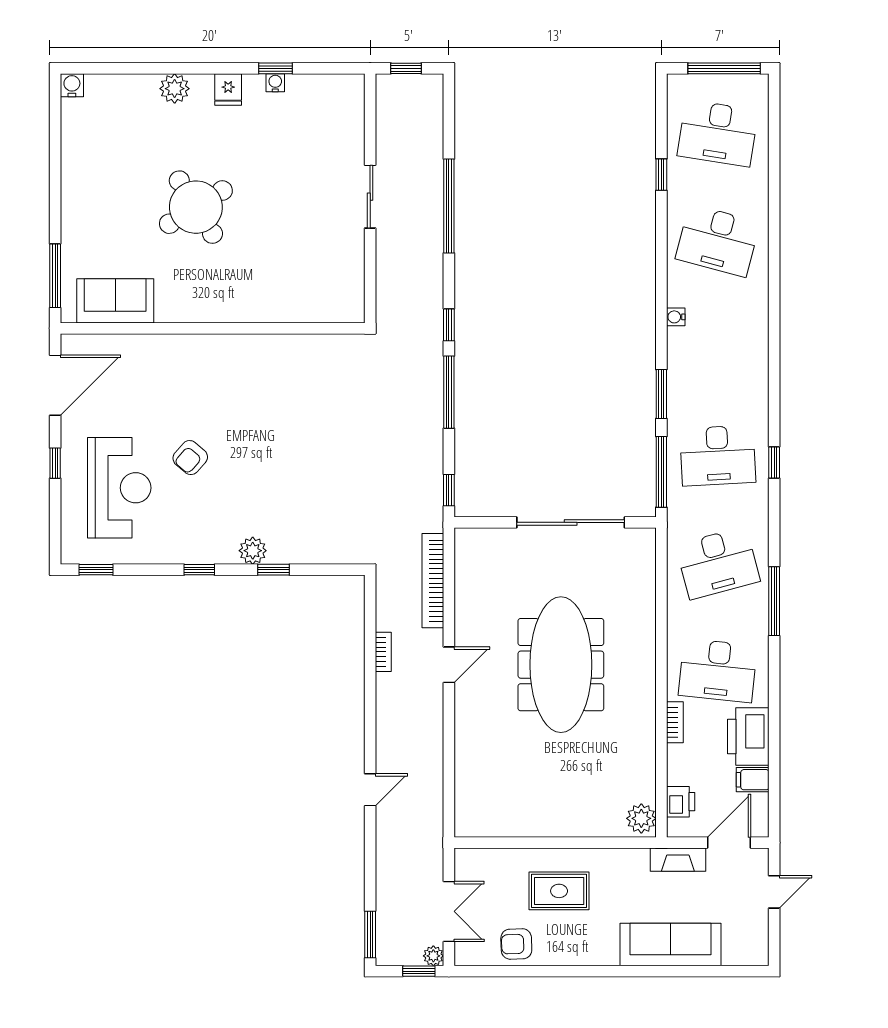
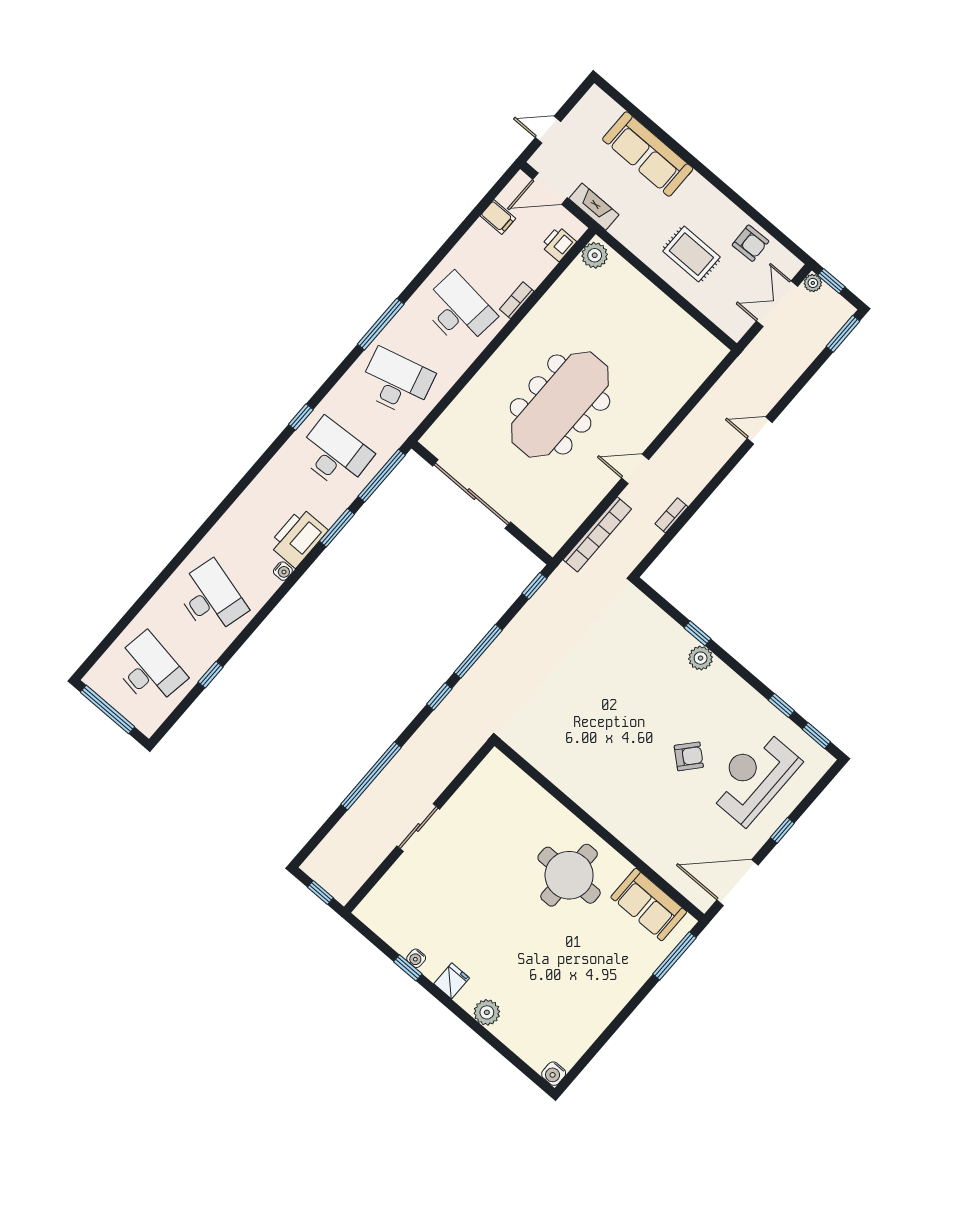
round table: (196, 207) -> (569, 875), moved, turned 32
window: (199, 570) -> (781, 705), moved
printer: (748, 737) -> (298, 538), moved, turned 180

